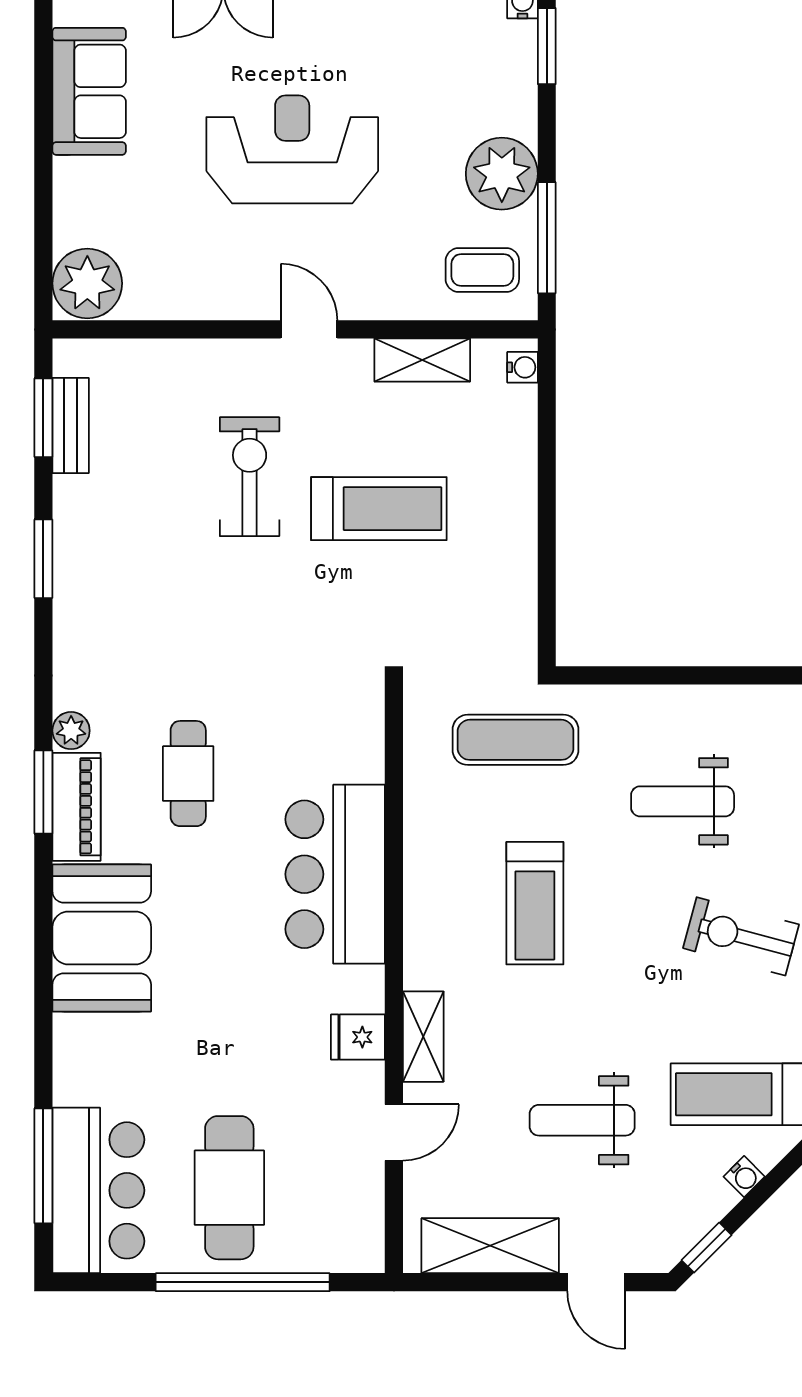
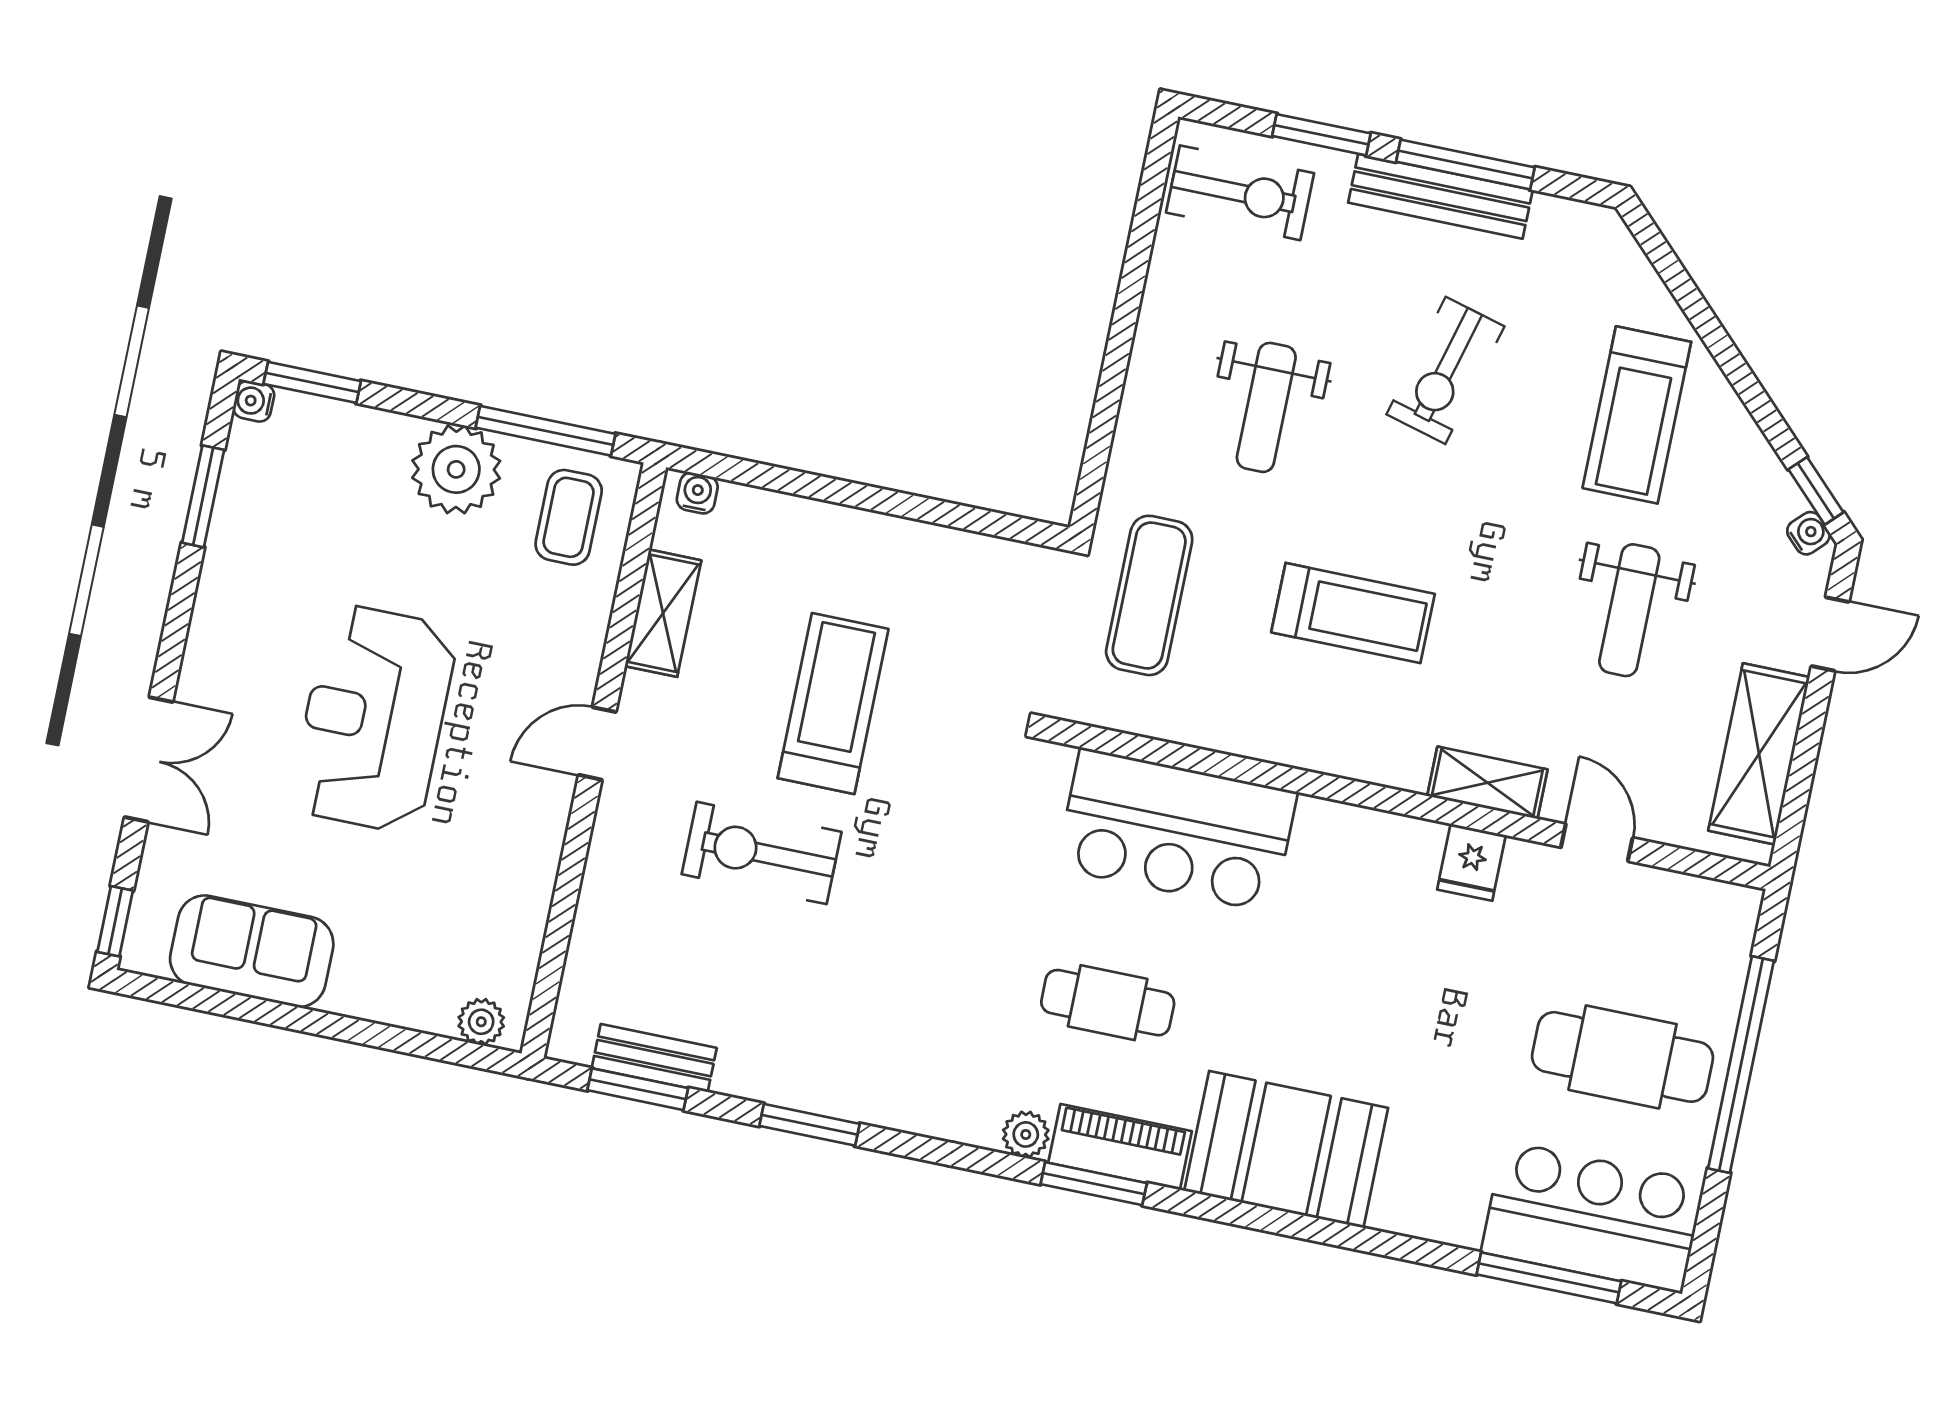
plant: (87, 283) -> (481, 1022), width x0.53, depth x0.53
bar counter: (335, 874) -> (1177, 830), moved
water cooler: (744, 1177) -> (1808, 533), moved

